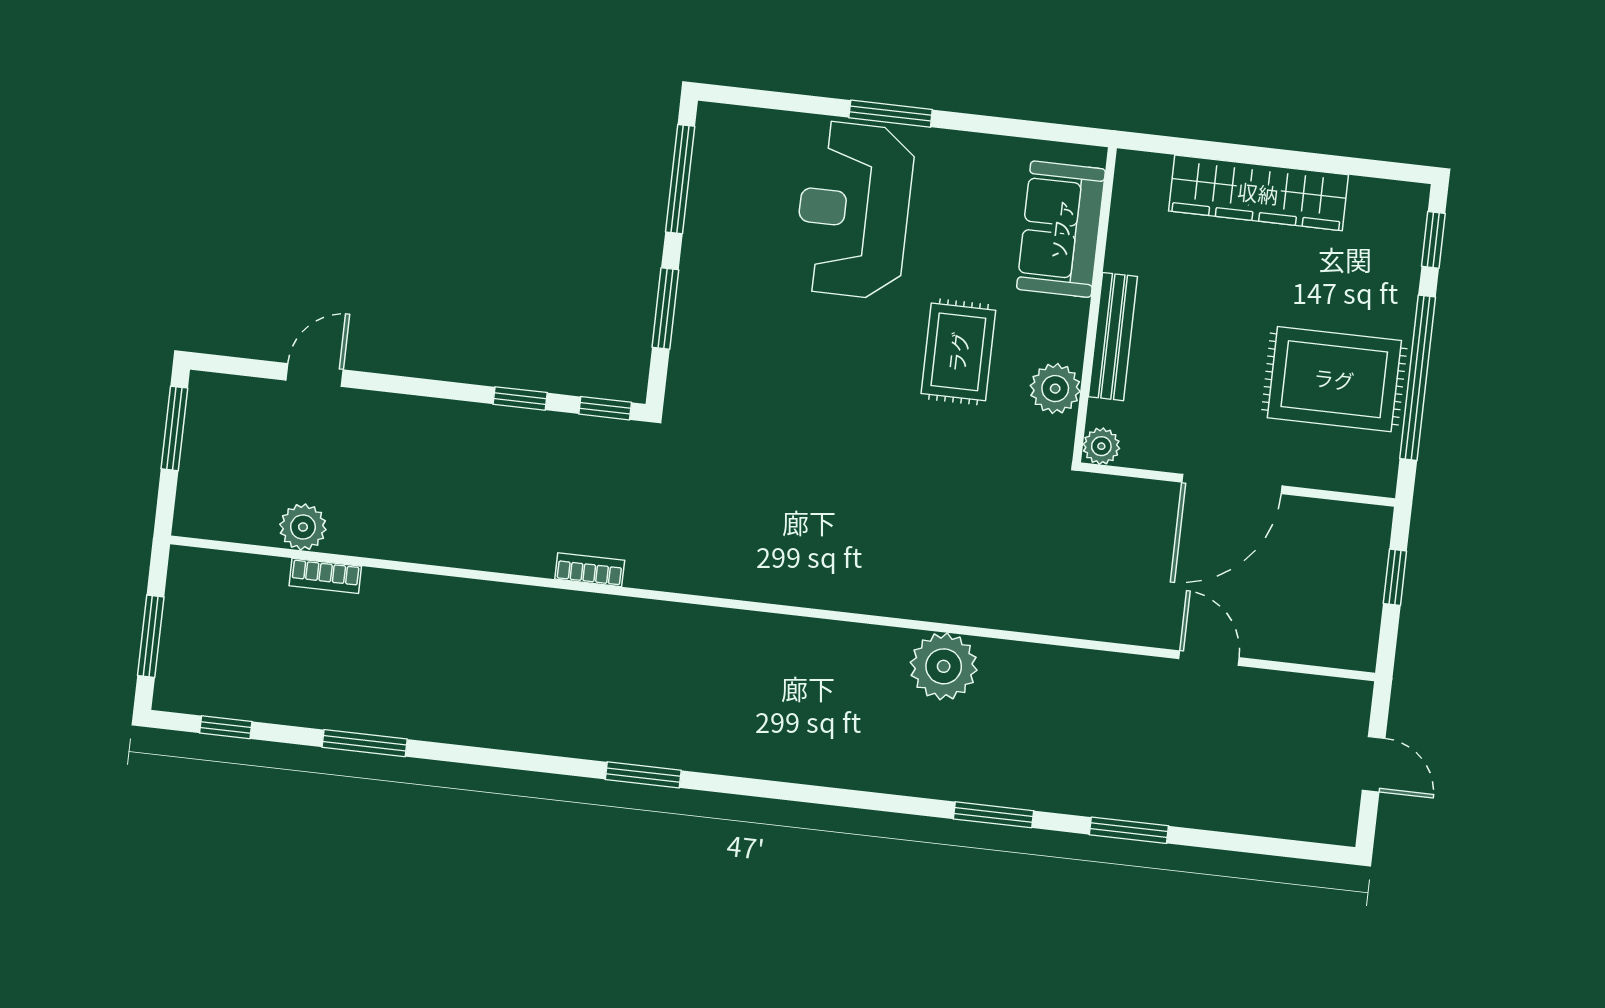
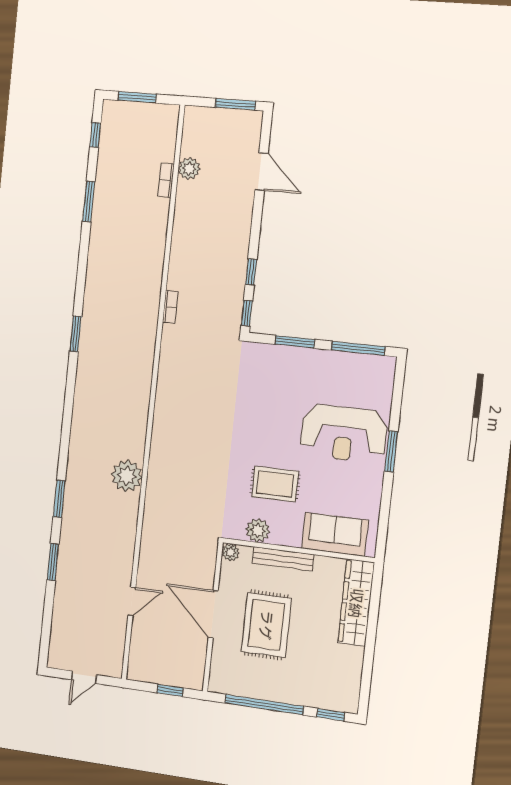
wardrobe: (1258, 193) -> (356, 603), moved
reception desk: (854, 210) -> (344, 433), turned 180
door: (315, 375) -> (262, 172), width x1.38
rug: (1334, 379) -> (266, 625), moved

